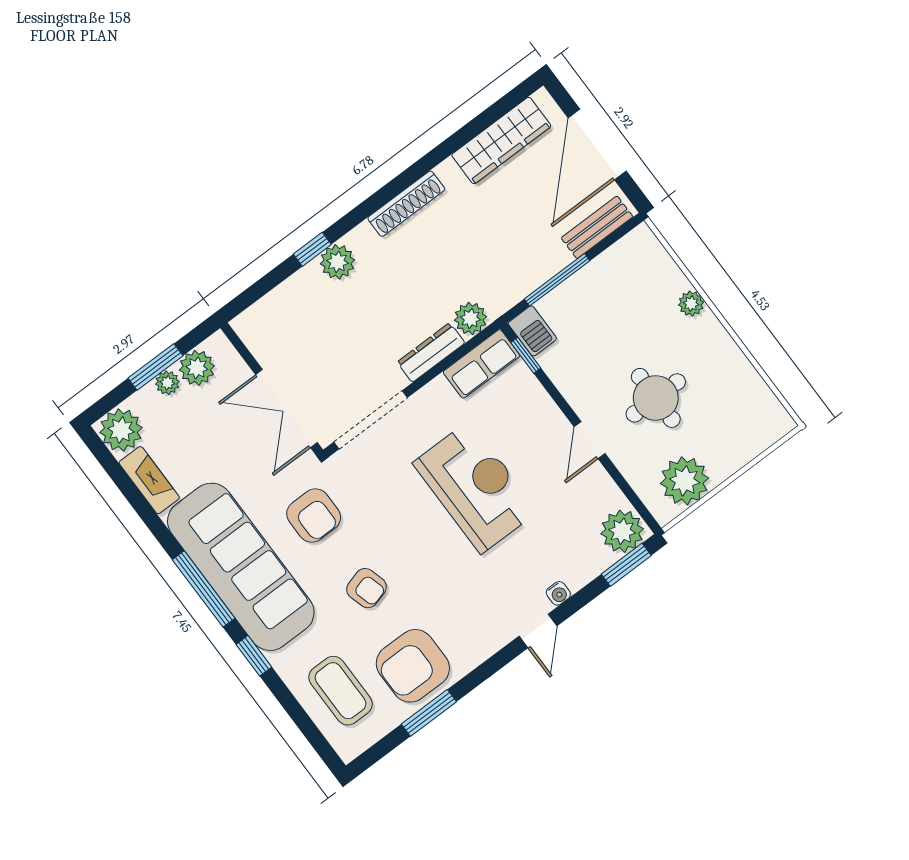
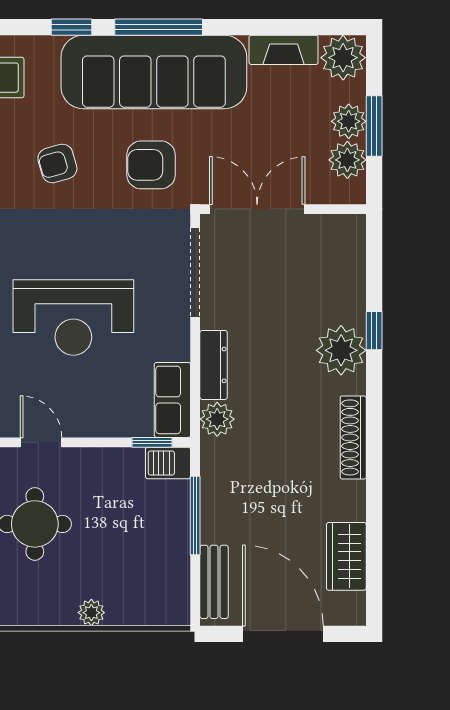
wardrobe: (501, 141) -> (346, 556), width x0.67
plant: (337, 262) -> (341, 350), width x1.36, depth x1.36
plant: (167, 383) -> (349, 121), width x1.38, depth x1.38

